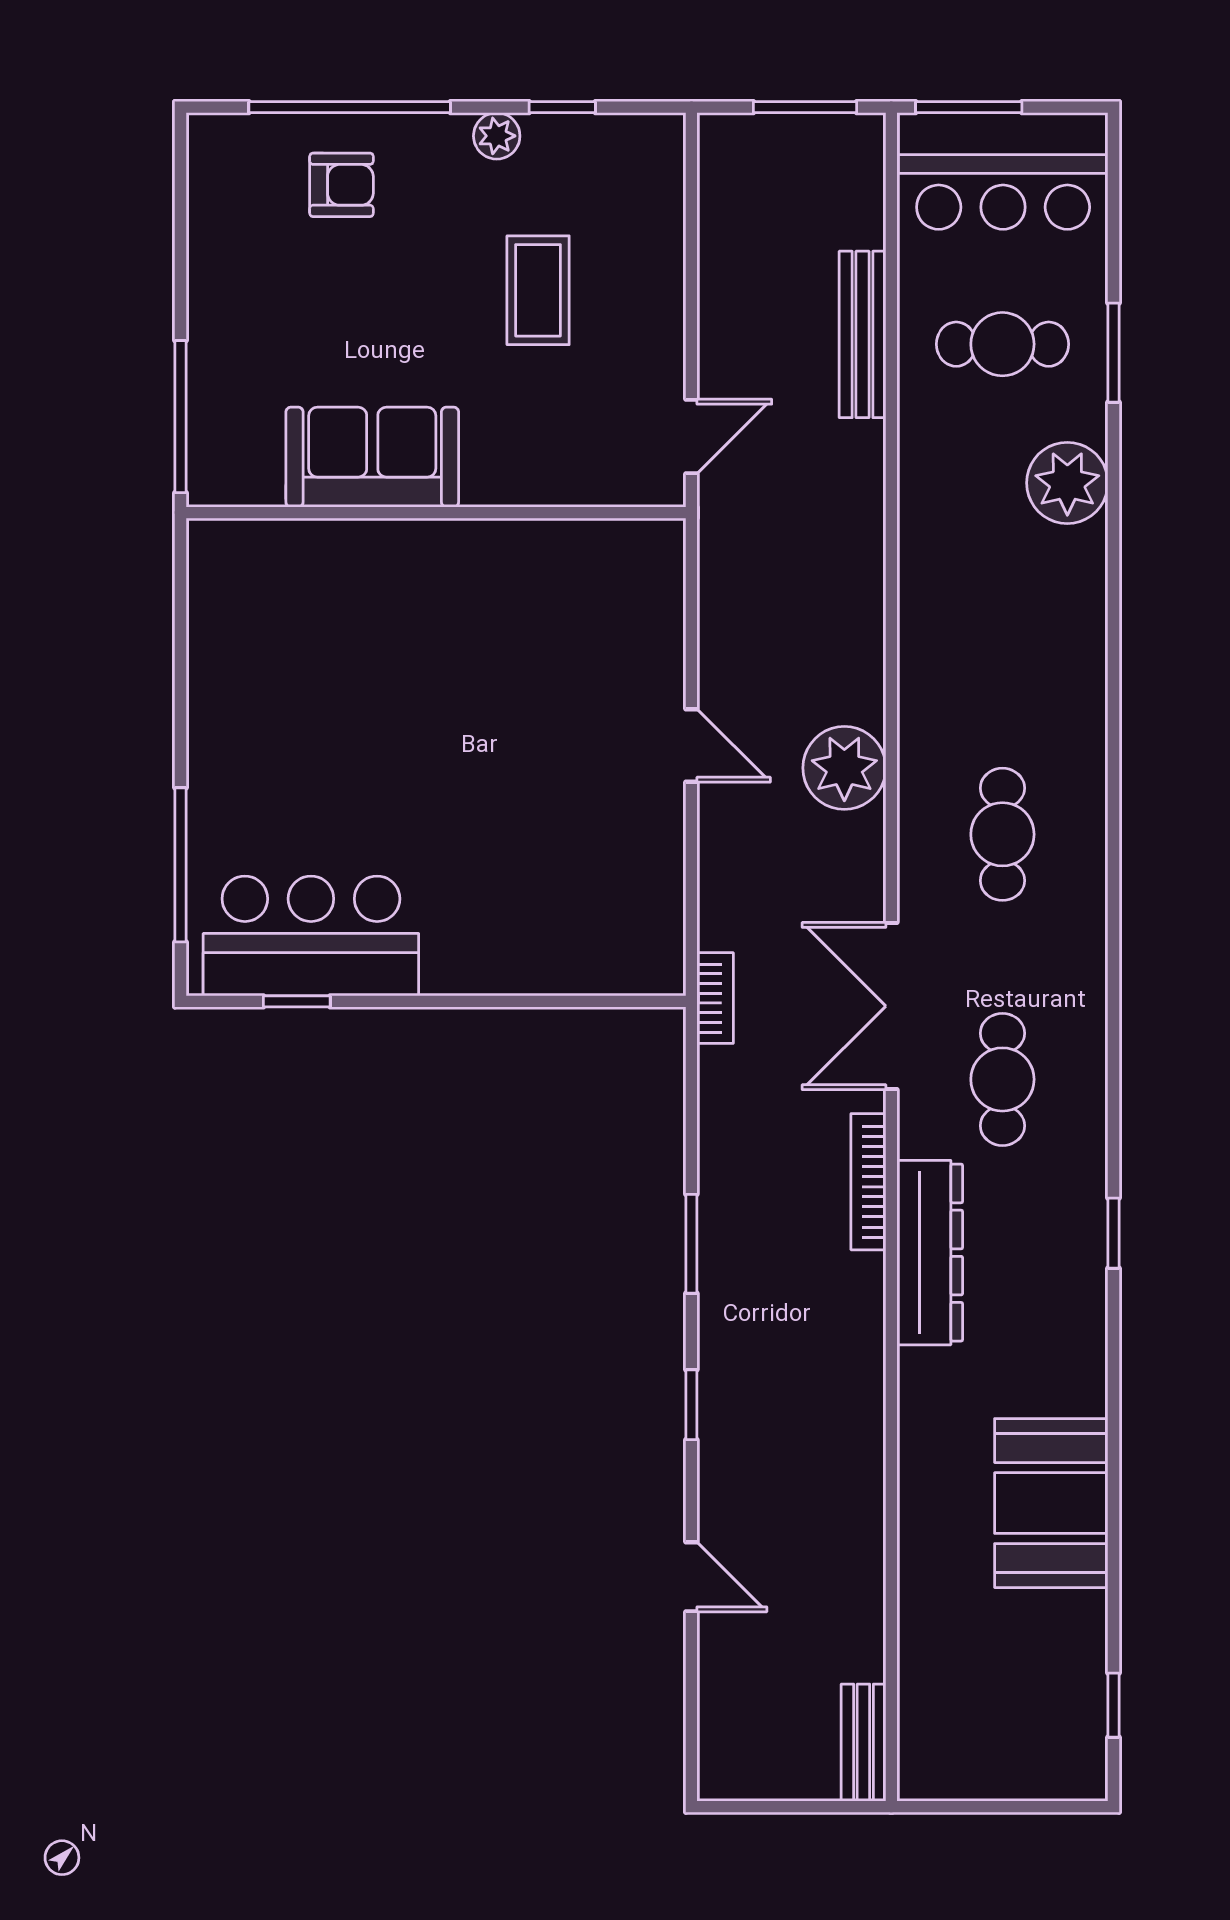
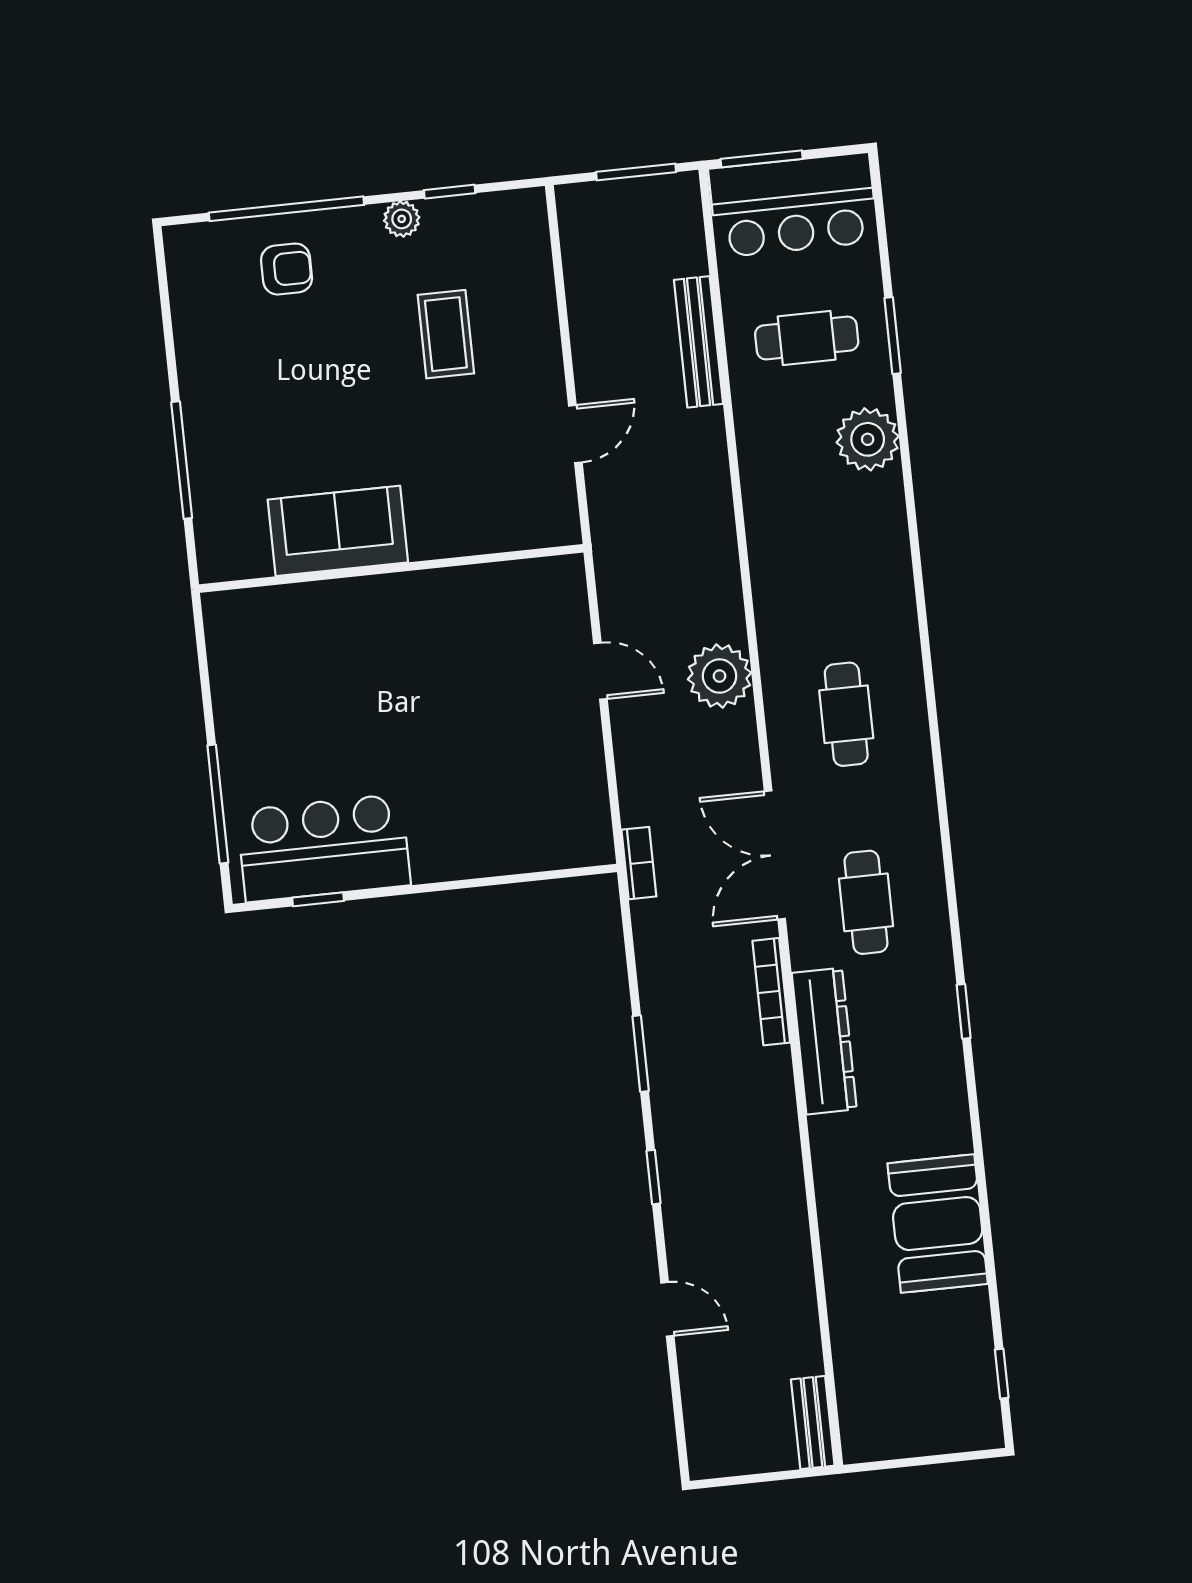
sofa: (372, 457) -> (338, 531), moved
wall: (436, 513) -> (391, 568), moved

